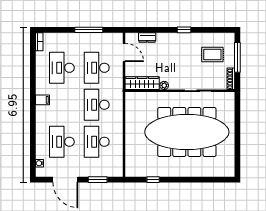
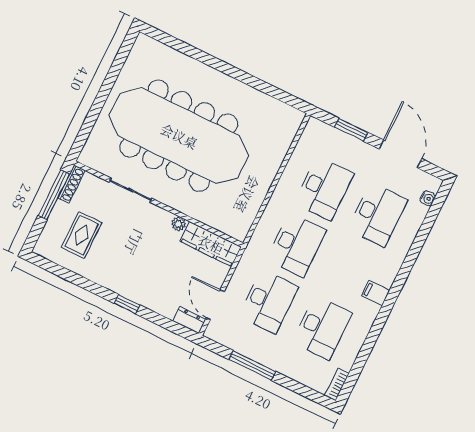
window: (184, 30) -> (127, 304), moved
dresser: (147, 38) -> (189, 320), moved
rug: (212, 55) -> (82, 235), turned 90
window: (237, 57) -> (54, 195), moved
window: (153, 180) -> (266, 88), removed

